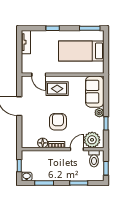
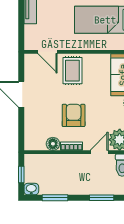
rug: (57, 89) -> (72, 71), turned 90

